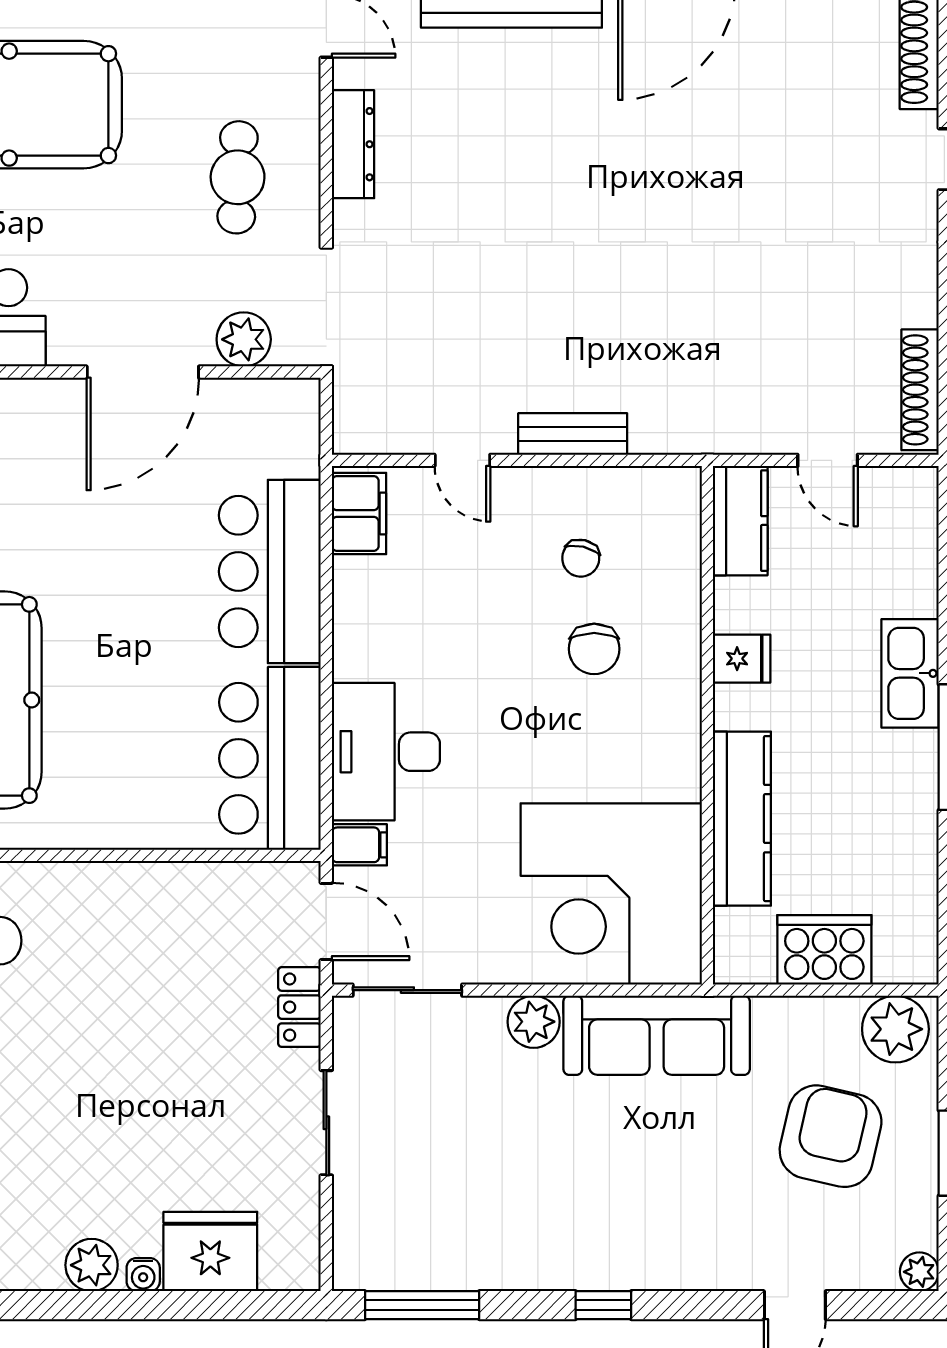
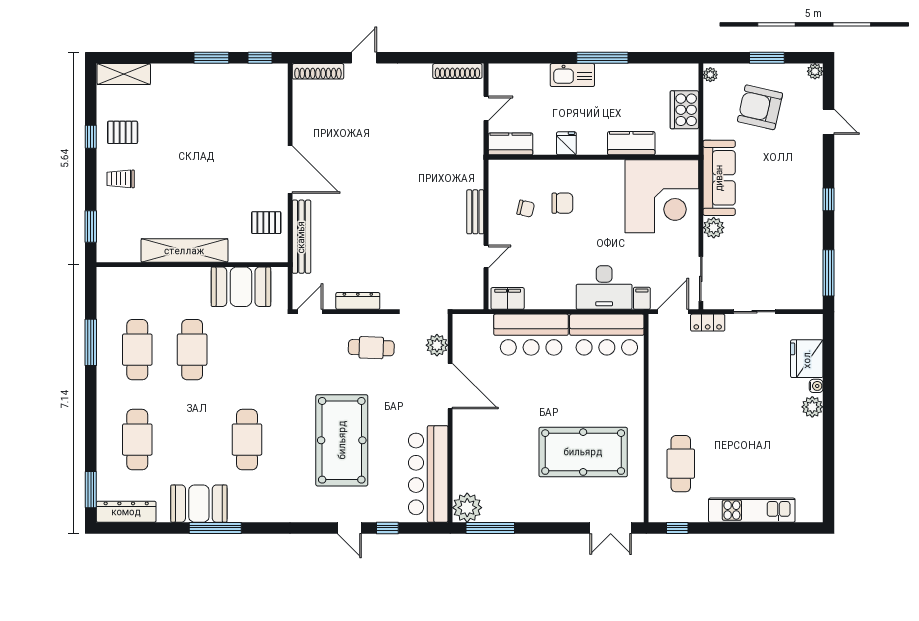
kitchen counter: (742, 819) -> (631, 143), width x0.67
plant: (895, 1029) -> (710, 75), width x0.53, depth x0.53

